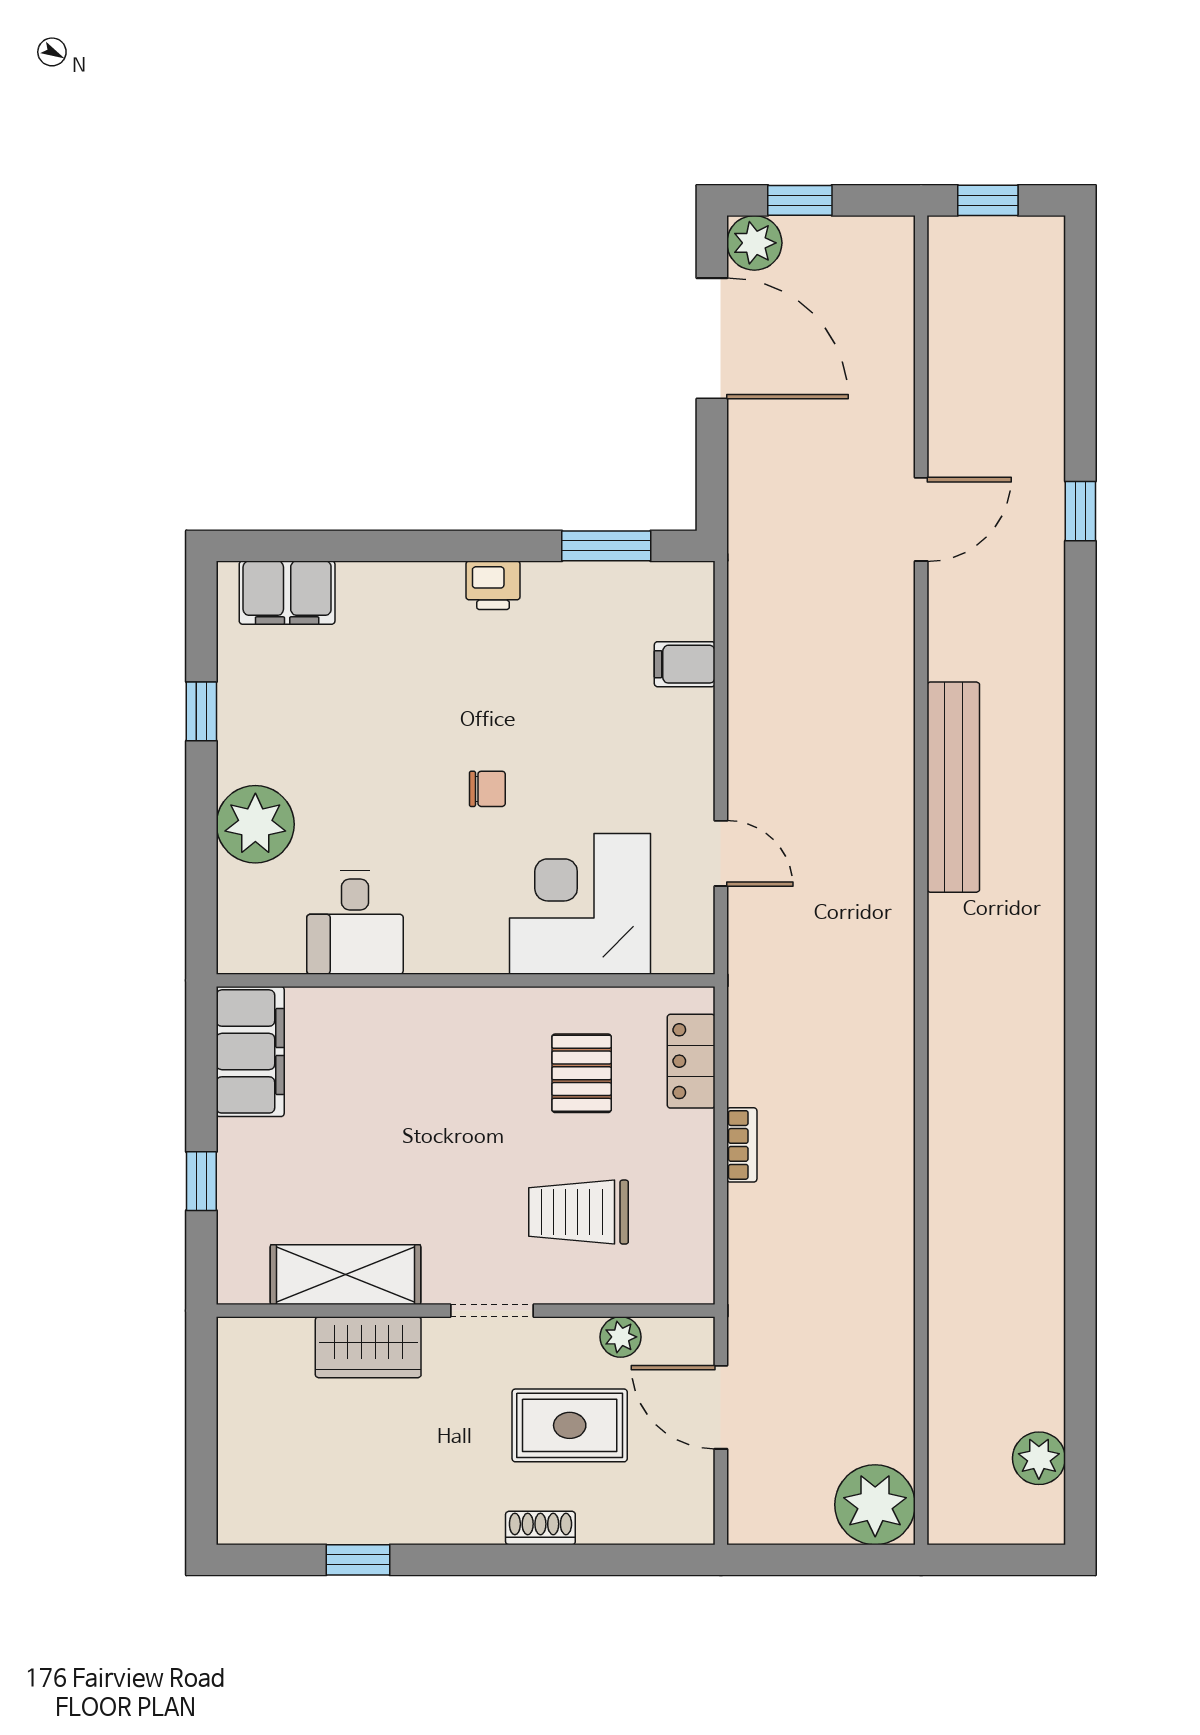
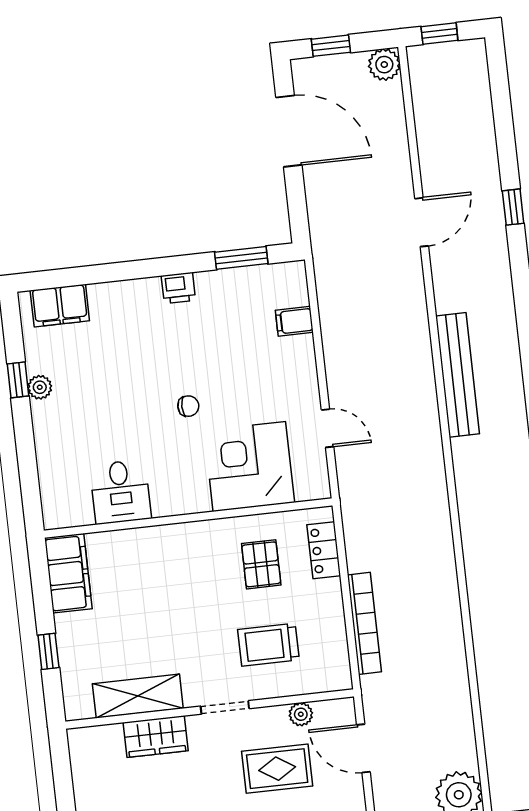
plant: (754, 243) -> (384, 65), moved
plant: (255, 824) -> (40, 387), moved, width x0.53, depth x0.53
bookcase: (742, 1145) -> (364, 623), width x2.31, depth x1.31

